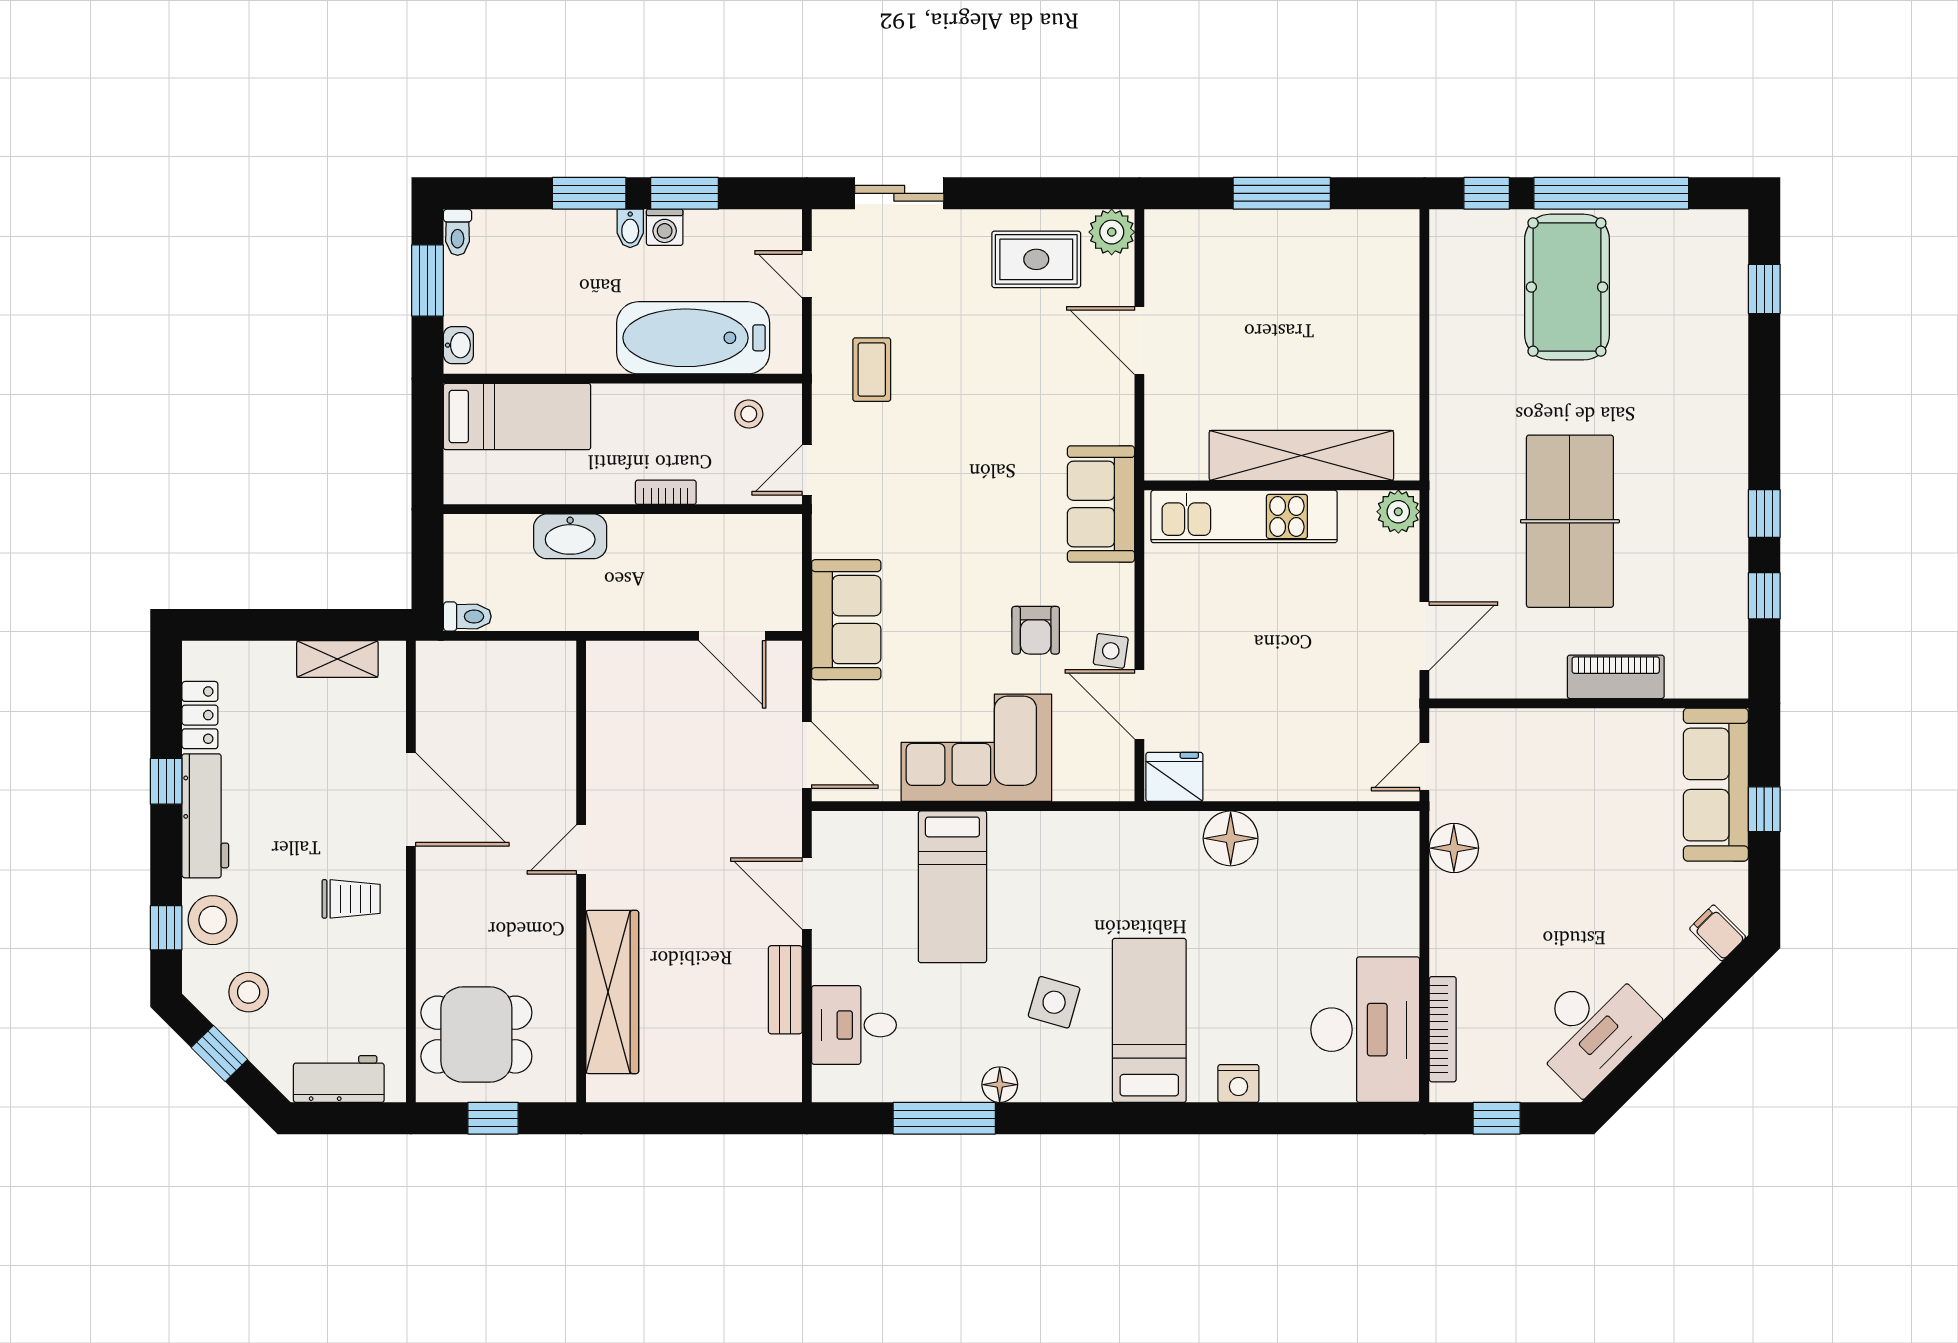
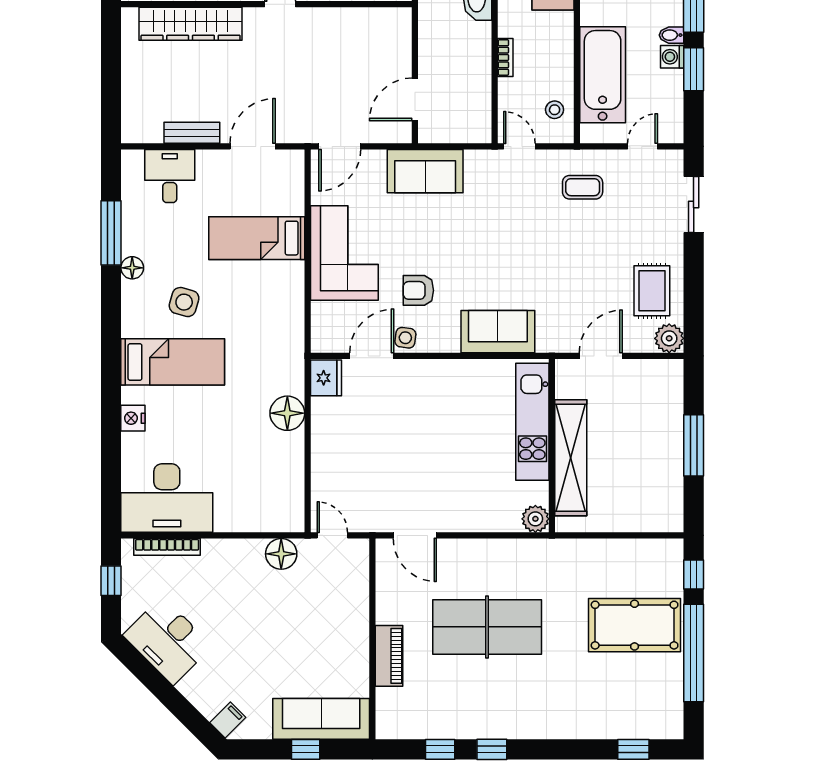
shelving: (1301, 456) -> (571, 458), moved
wall: (1282, 485) -> (552, 446), moved
plant: (1398, 512) -> (535, 519), moved
kitchen unit: (1244, 516) -> (532, 422), moved

